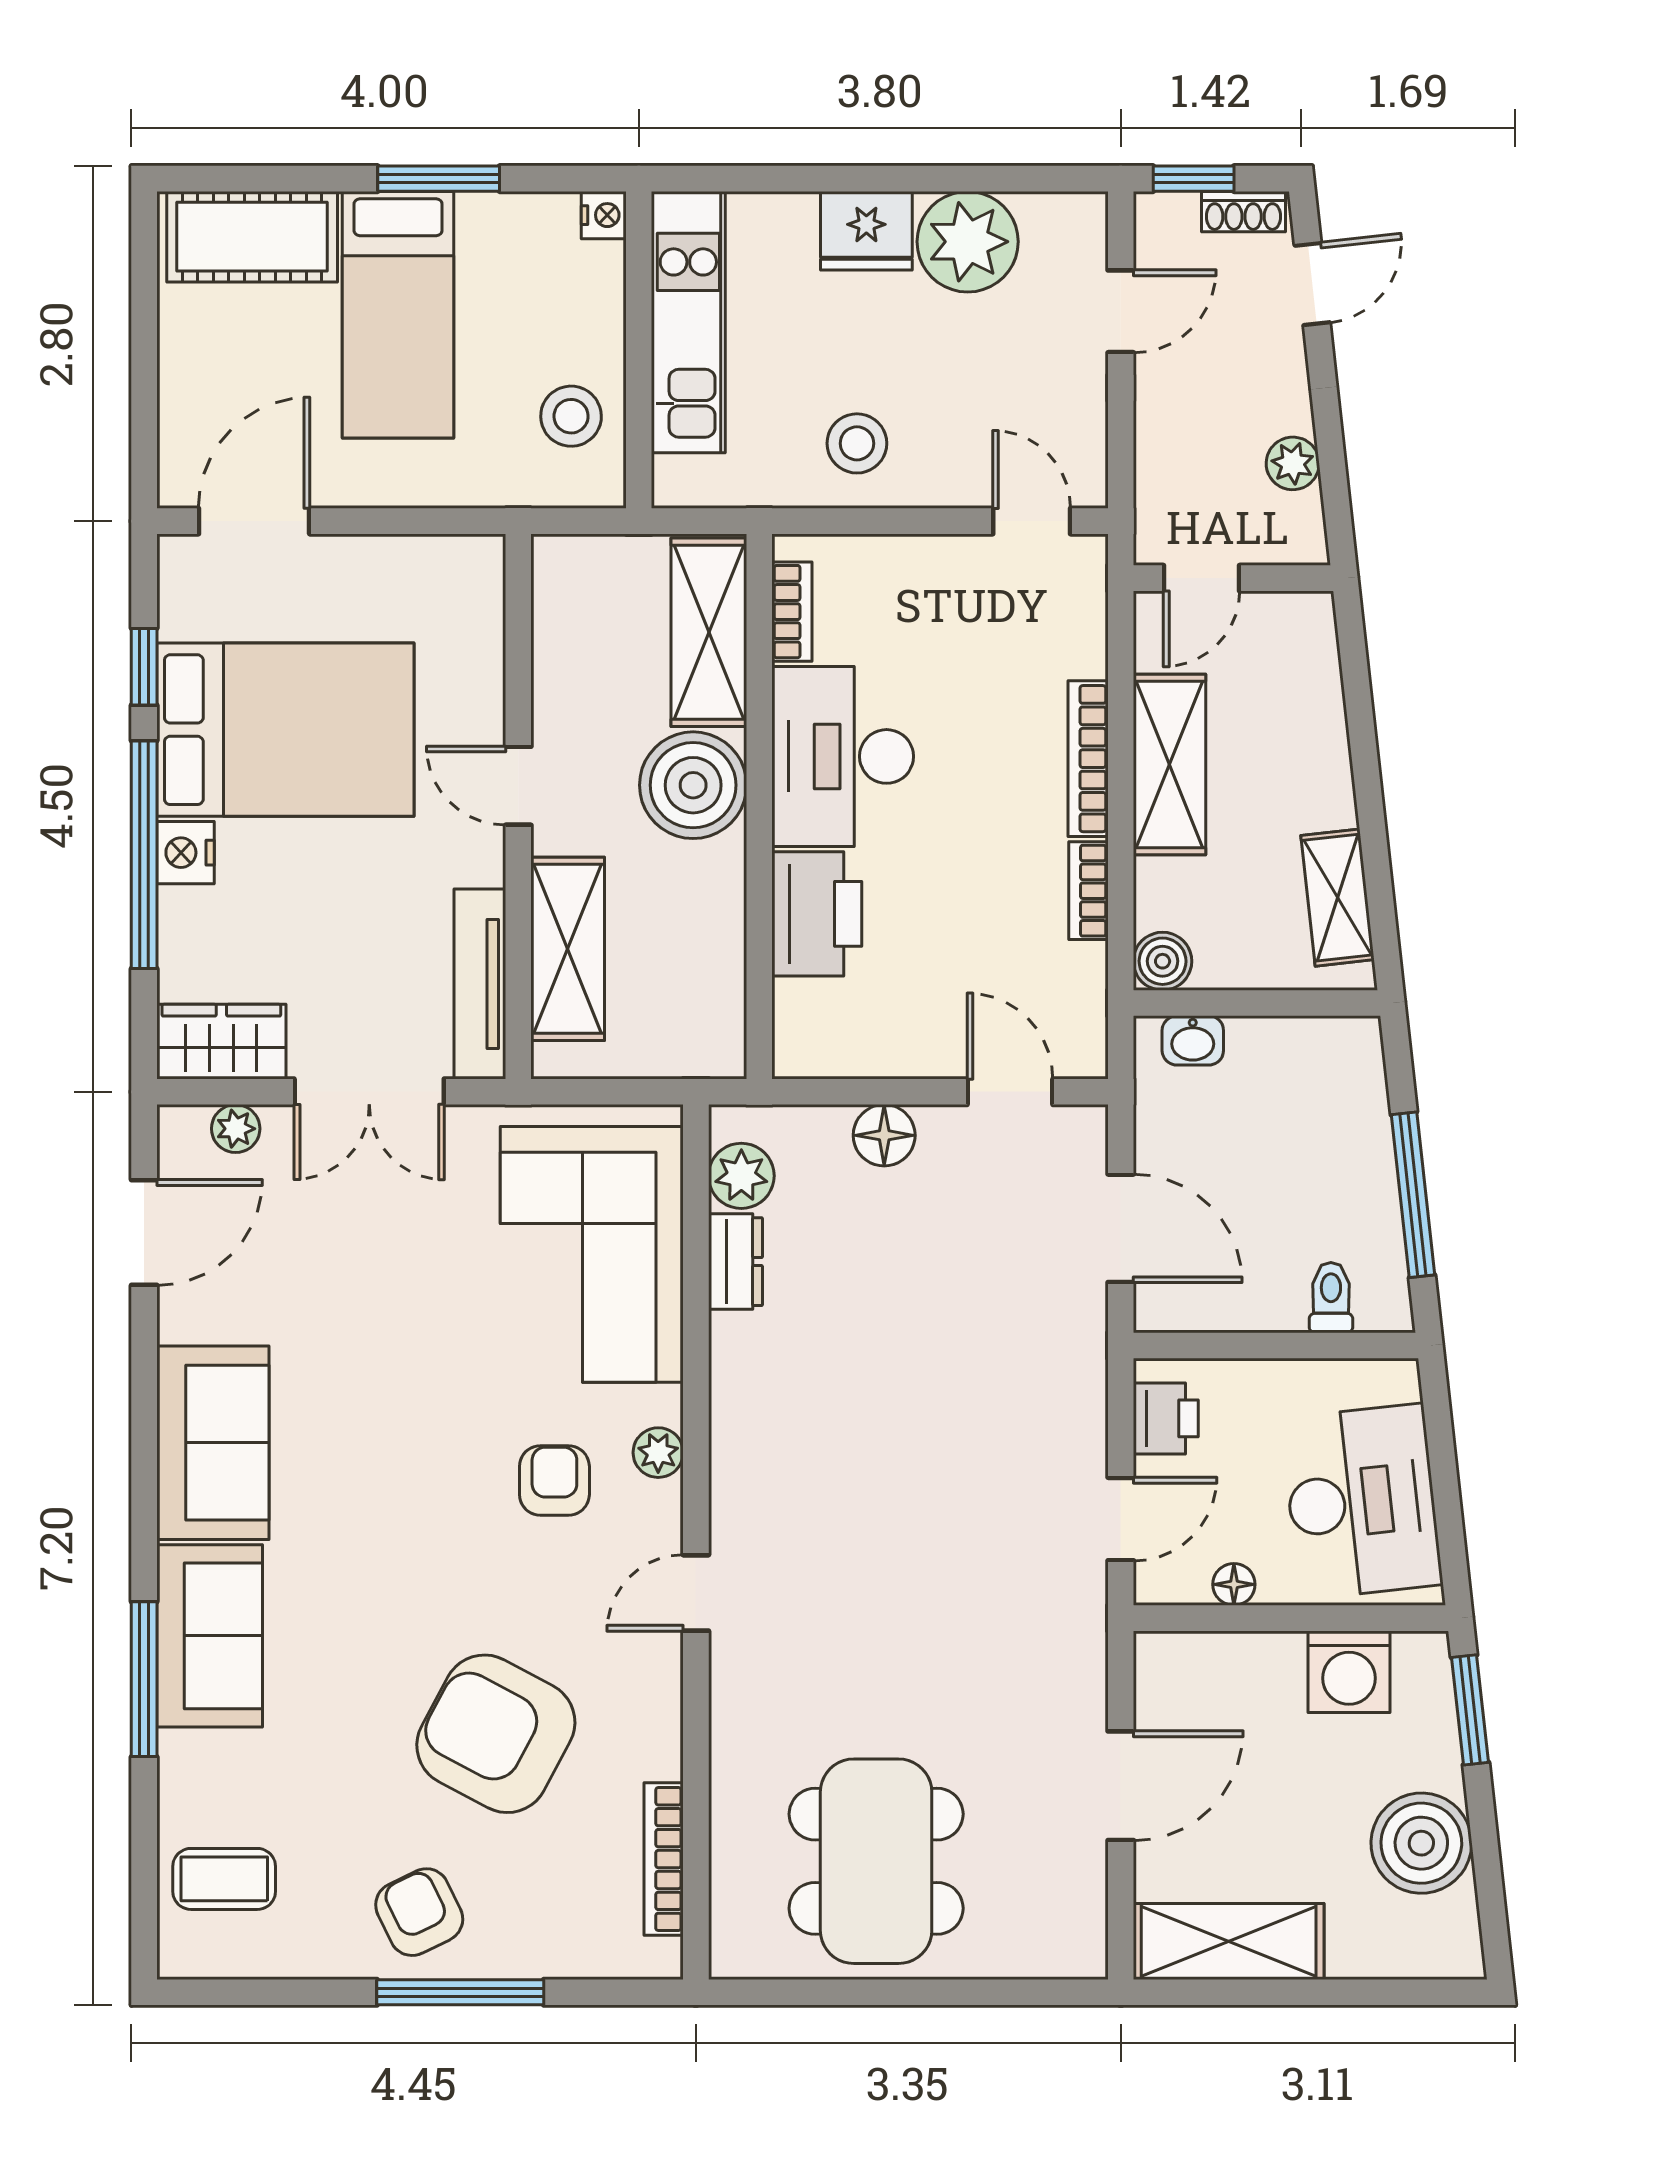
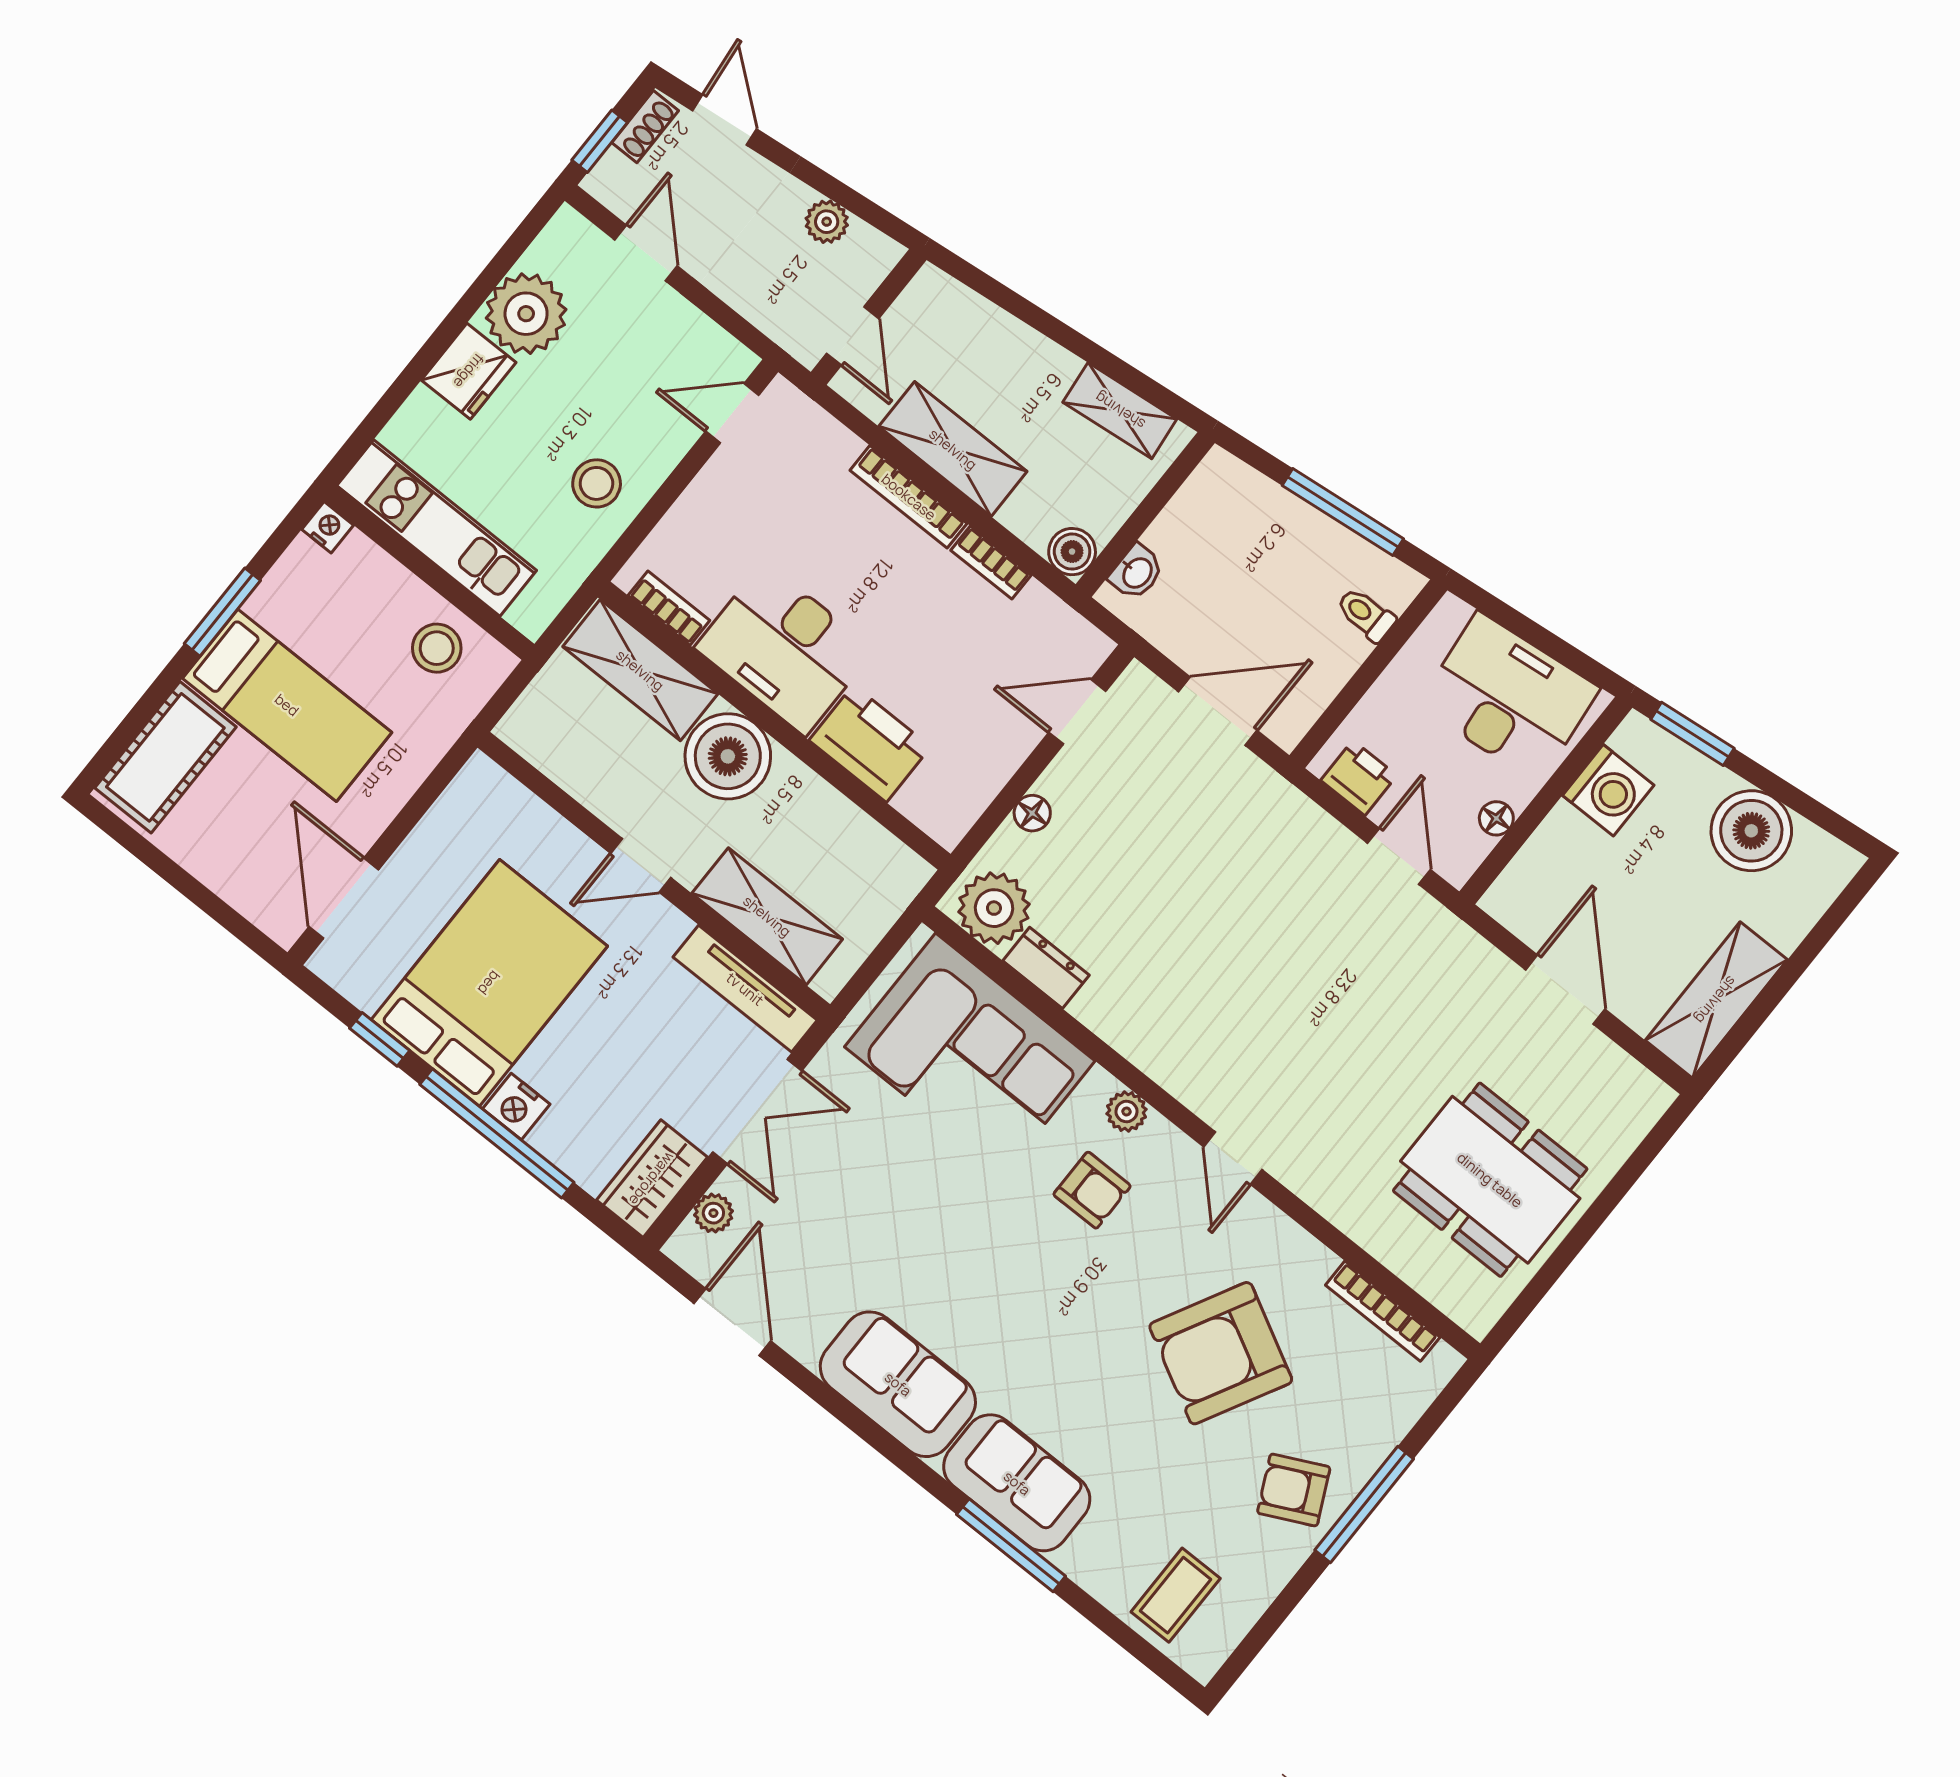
floor lamp: (884, 1135) -> (1032, 813), width x0.73, depth x0.73
plant: (741, 1176) -> (994, 908), width x1.36, depth x1.36
armchair: (554, 1480) -> (1092, 1190), turned 180

